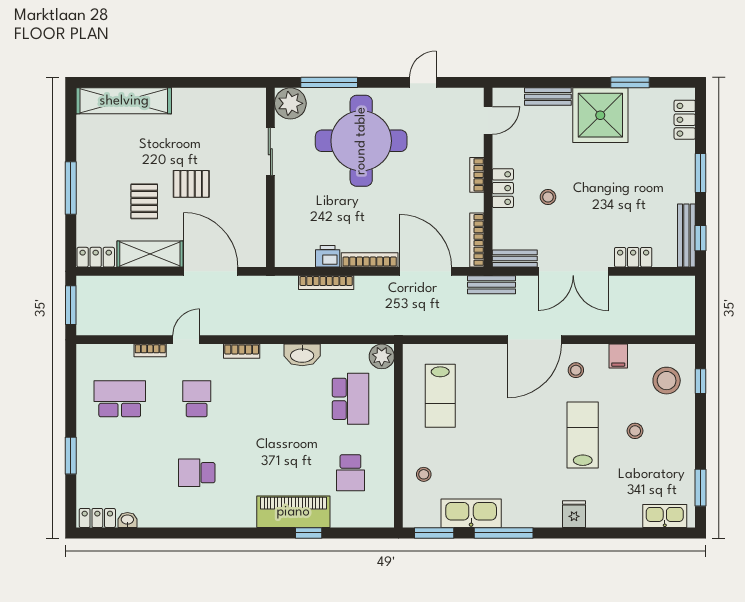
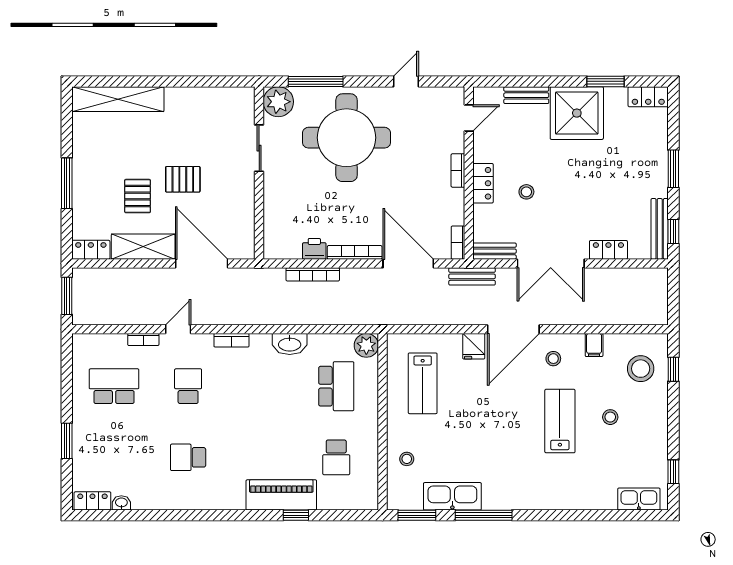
locker: (685, 120) -> (648, 97), moved, turned -90
bookcase: (477, 240) -> (458, 243), width x0.64
window: (701, 488) -> (673, 472), width x0.67
fridge: (574, 514) -> (474, 346), moved, turned 180

